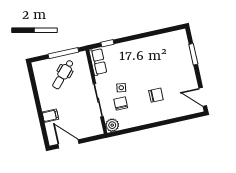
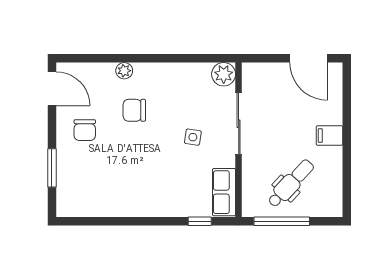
chair: (121, 104) -> (85, 130), moved
plant: (166, 115) -> (124, 71), added
filing cabinet: (50, 116) -> (329, 136), moved

